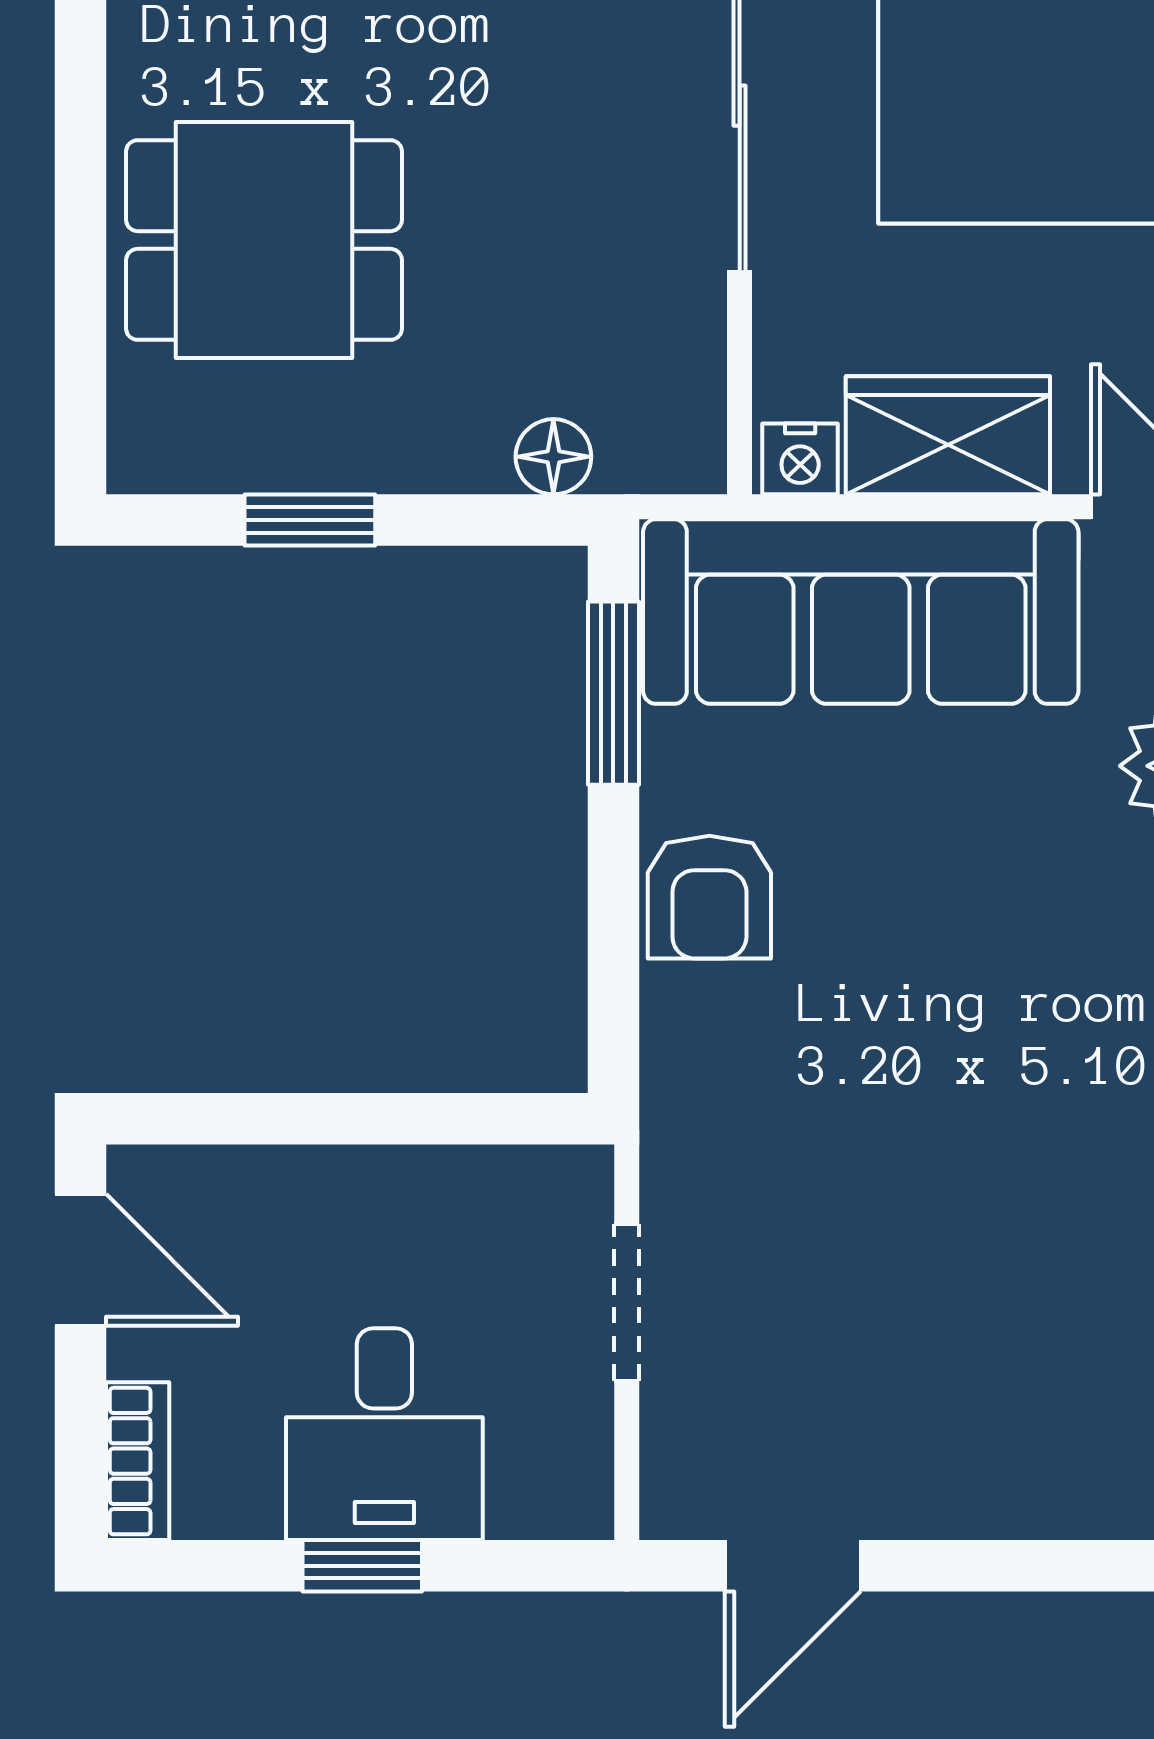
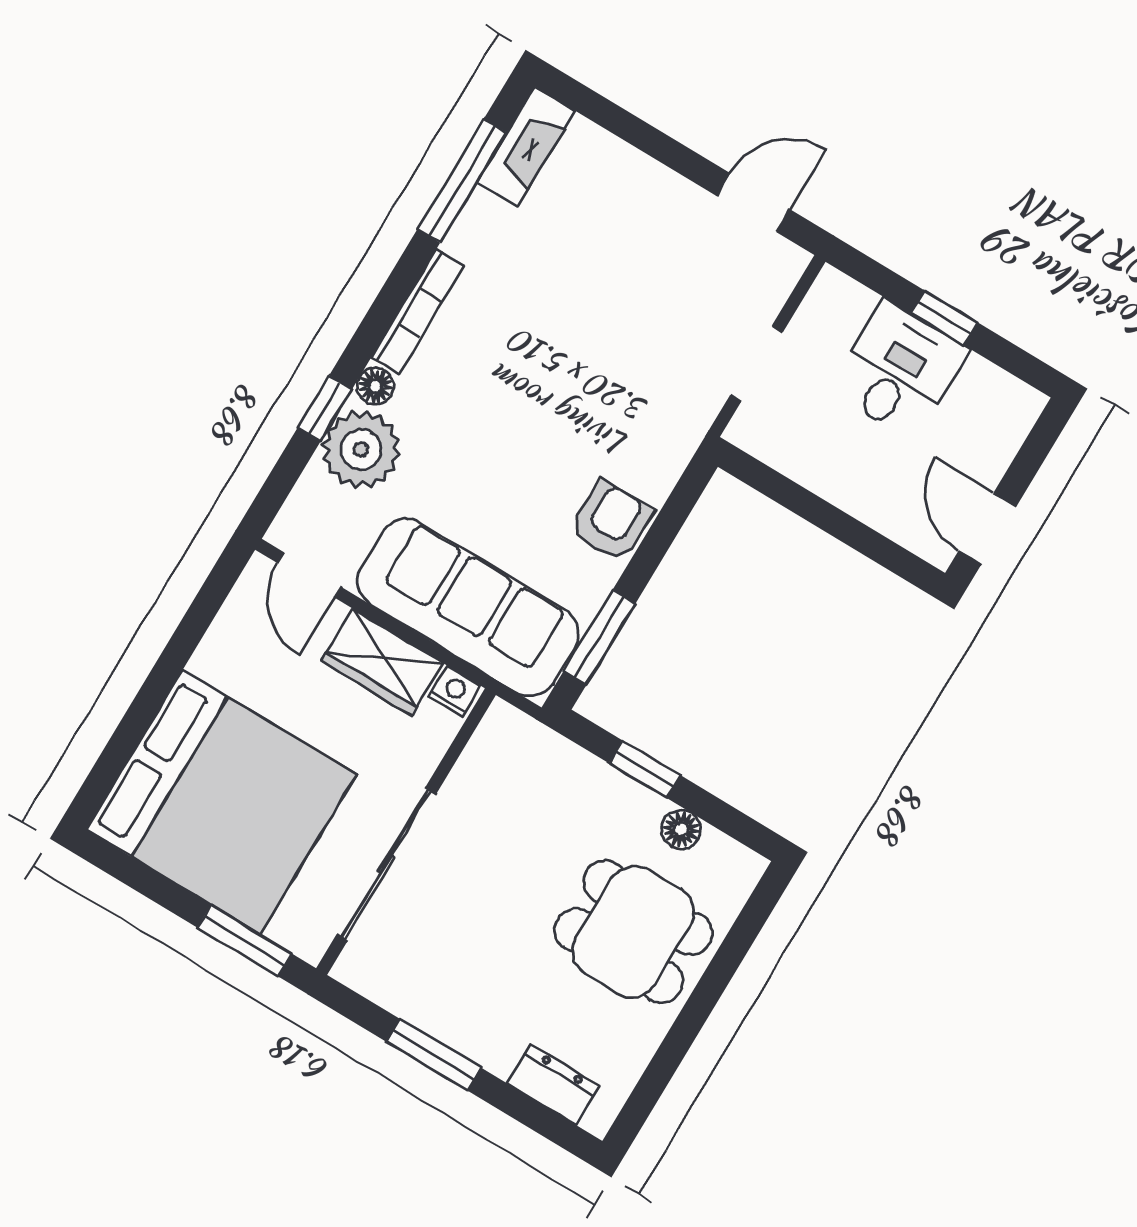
floor lamp: (553, 457) -> (681, 830), moved
window: (310, 520) -> (645, 769), moved
bookcase: (138, 1461) -> (1016, 424), removed

